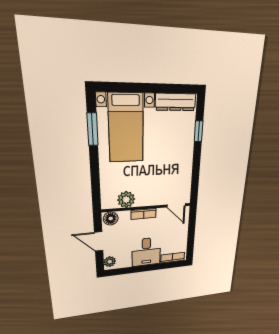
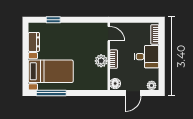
dresser: (176, 102) -> (34, 42), width x0.70
window: (93, 129) -> (51, 93), width x1.44
plant: (126, 200) -> (101, 61), moved
door: (176, 205) -> (109, 34), hinge flipped

